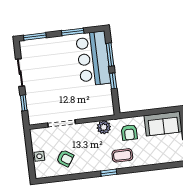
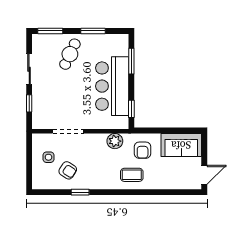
cafe table: (55, 55) -> (70, 54), added
bar counter: (93, 59) -> (112, 86), moved
window: (113, 81) -> (131, 109), moved
side table: (39, 156) -> (48, 157), moved
window: (109, 173) -> (80, 192), moved

